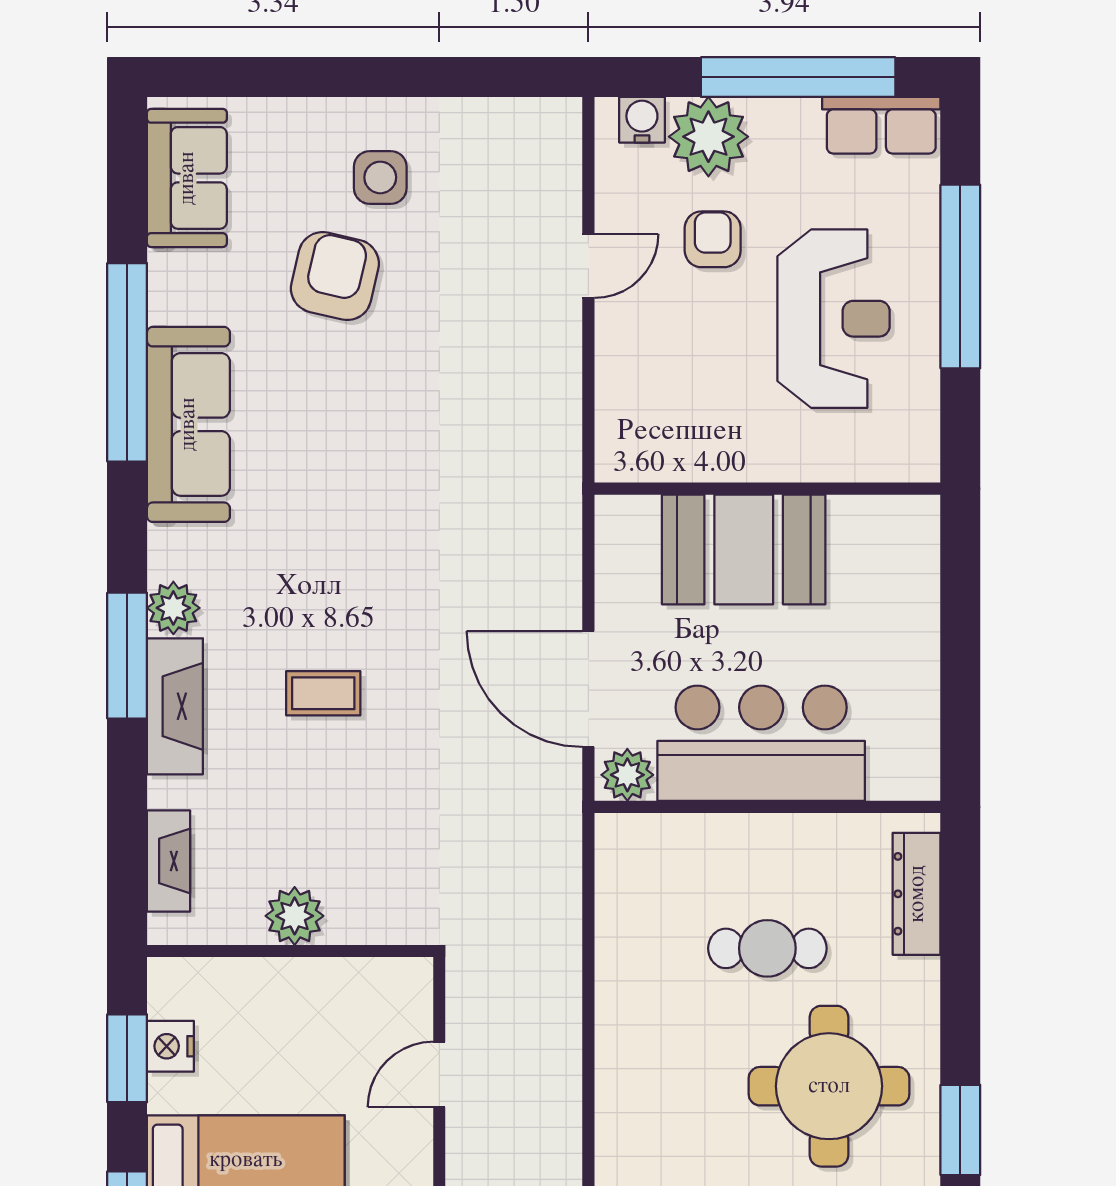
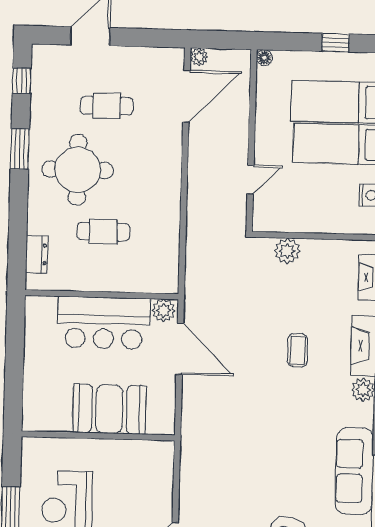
coffee table: (323, 693) -> (298, 350), turned 90
dresser: (917, 894) -> (37, 254), width x0.70
plant: (295, 916) -> (287, 251), moved

